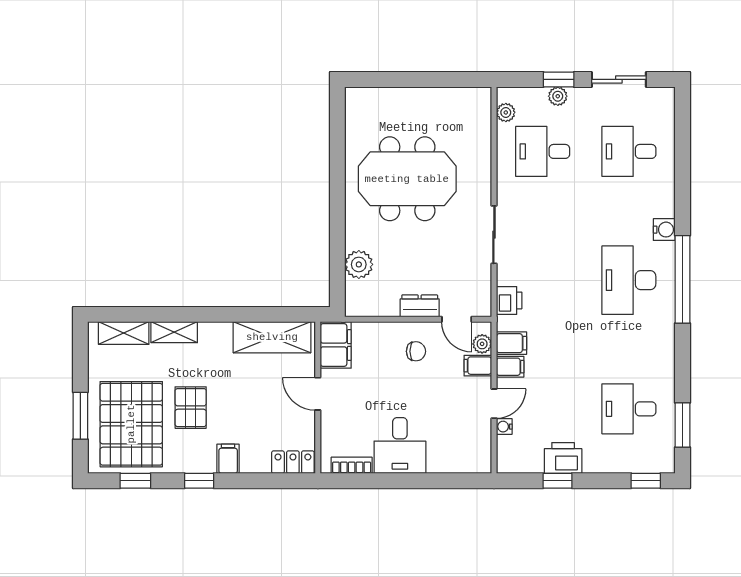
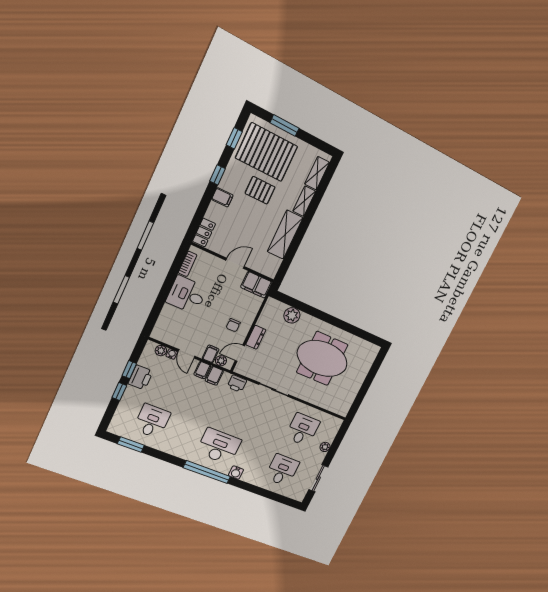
window: (559, 79) -> (333, 450), removed
plant: (506, 112) -> (161, 351), moved
meeting table: (407, 179) -> (322, 358), turned 90
shelving: (272, 337) -> (285, 235), moved
window: (646, 481) -> (119, 392), moved

